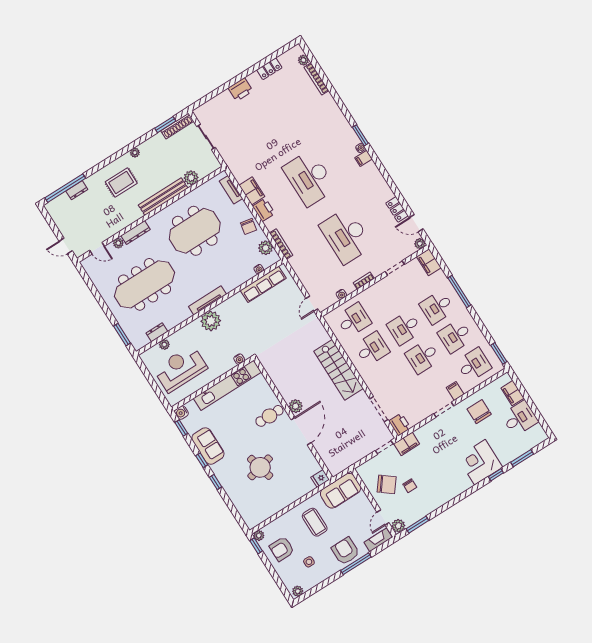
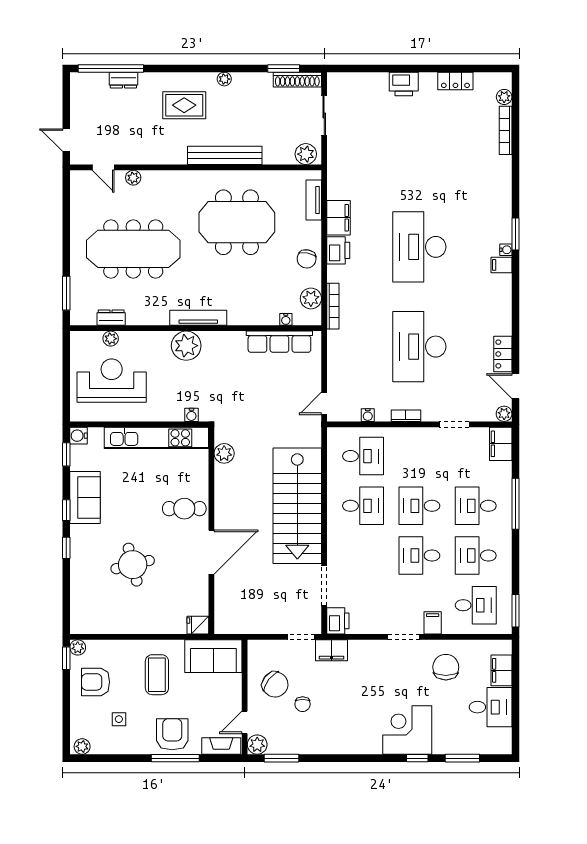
plant: (191, 178) -> (306, 154), moved
dresser: (136, 233) -> (163, 178), removed
stairs: (339, 370) -> (297, 506), width x1.36, depth x1.51
plant: (296, 406) -> (224, 453), moved

